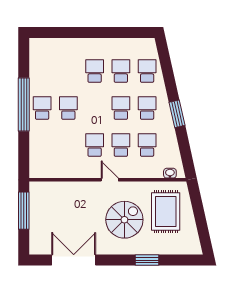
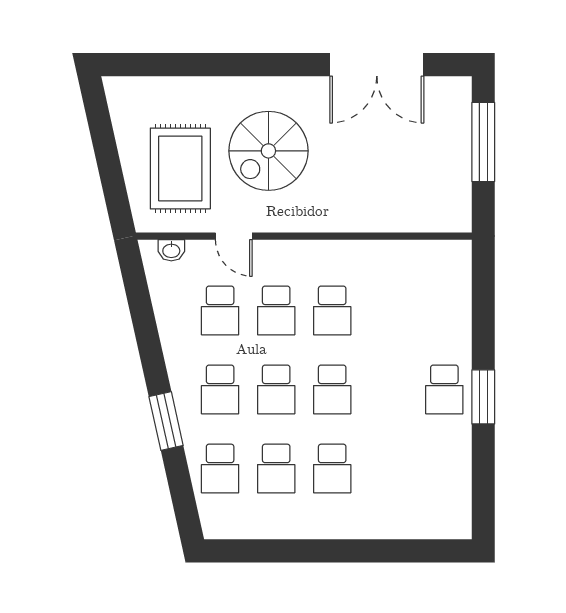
window: (24, 105) -> (483, 397), width x0.47
school desk: (68, 108) -> (332, 389), moved
window: (177, 114) -> (166, 421), moved
door: (110, 180) -> (234, 236), moved
window: (24, 211) -> (483, 142), moved
window: (147, 260) -> (220, 65), removed

